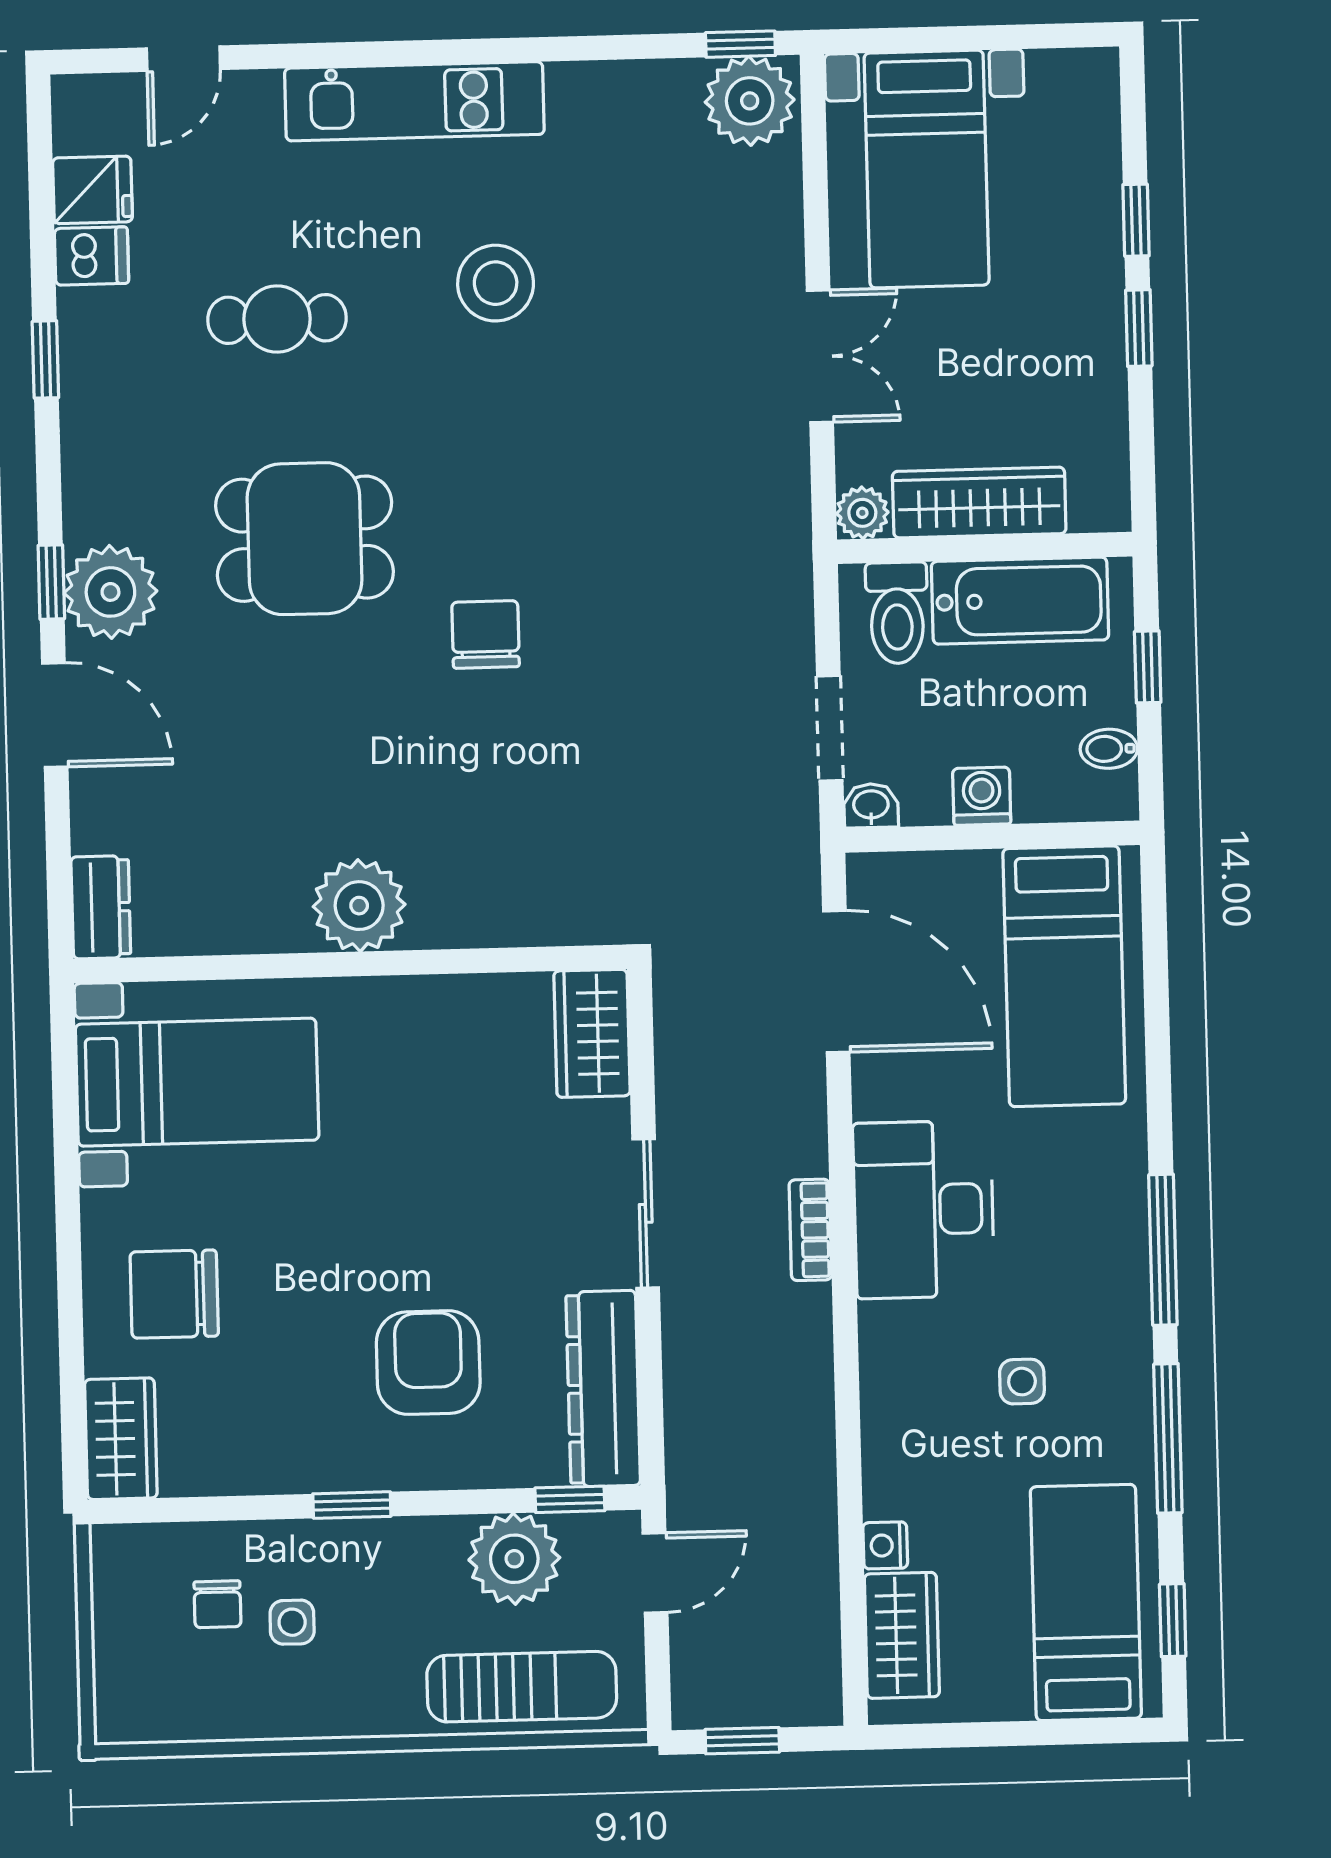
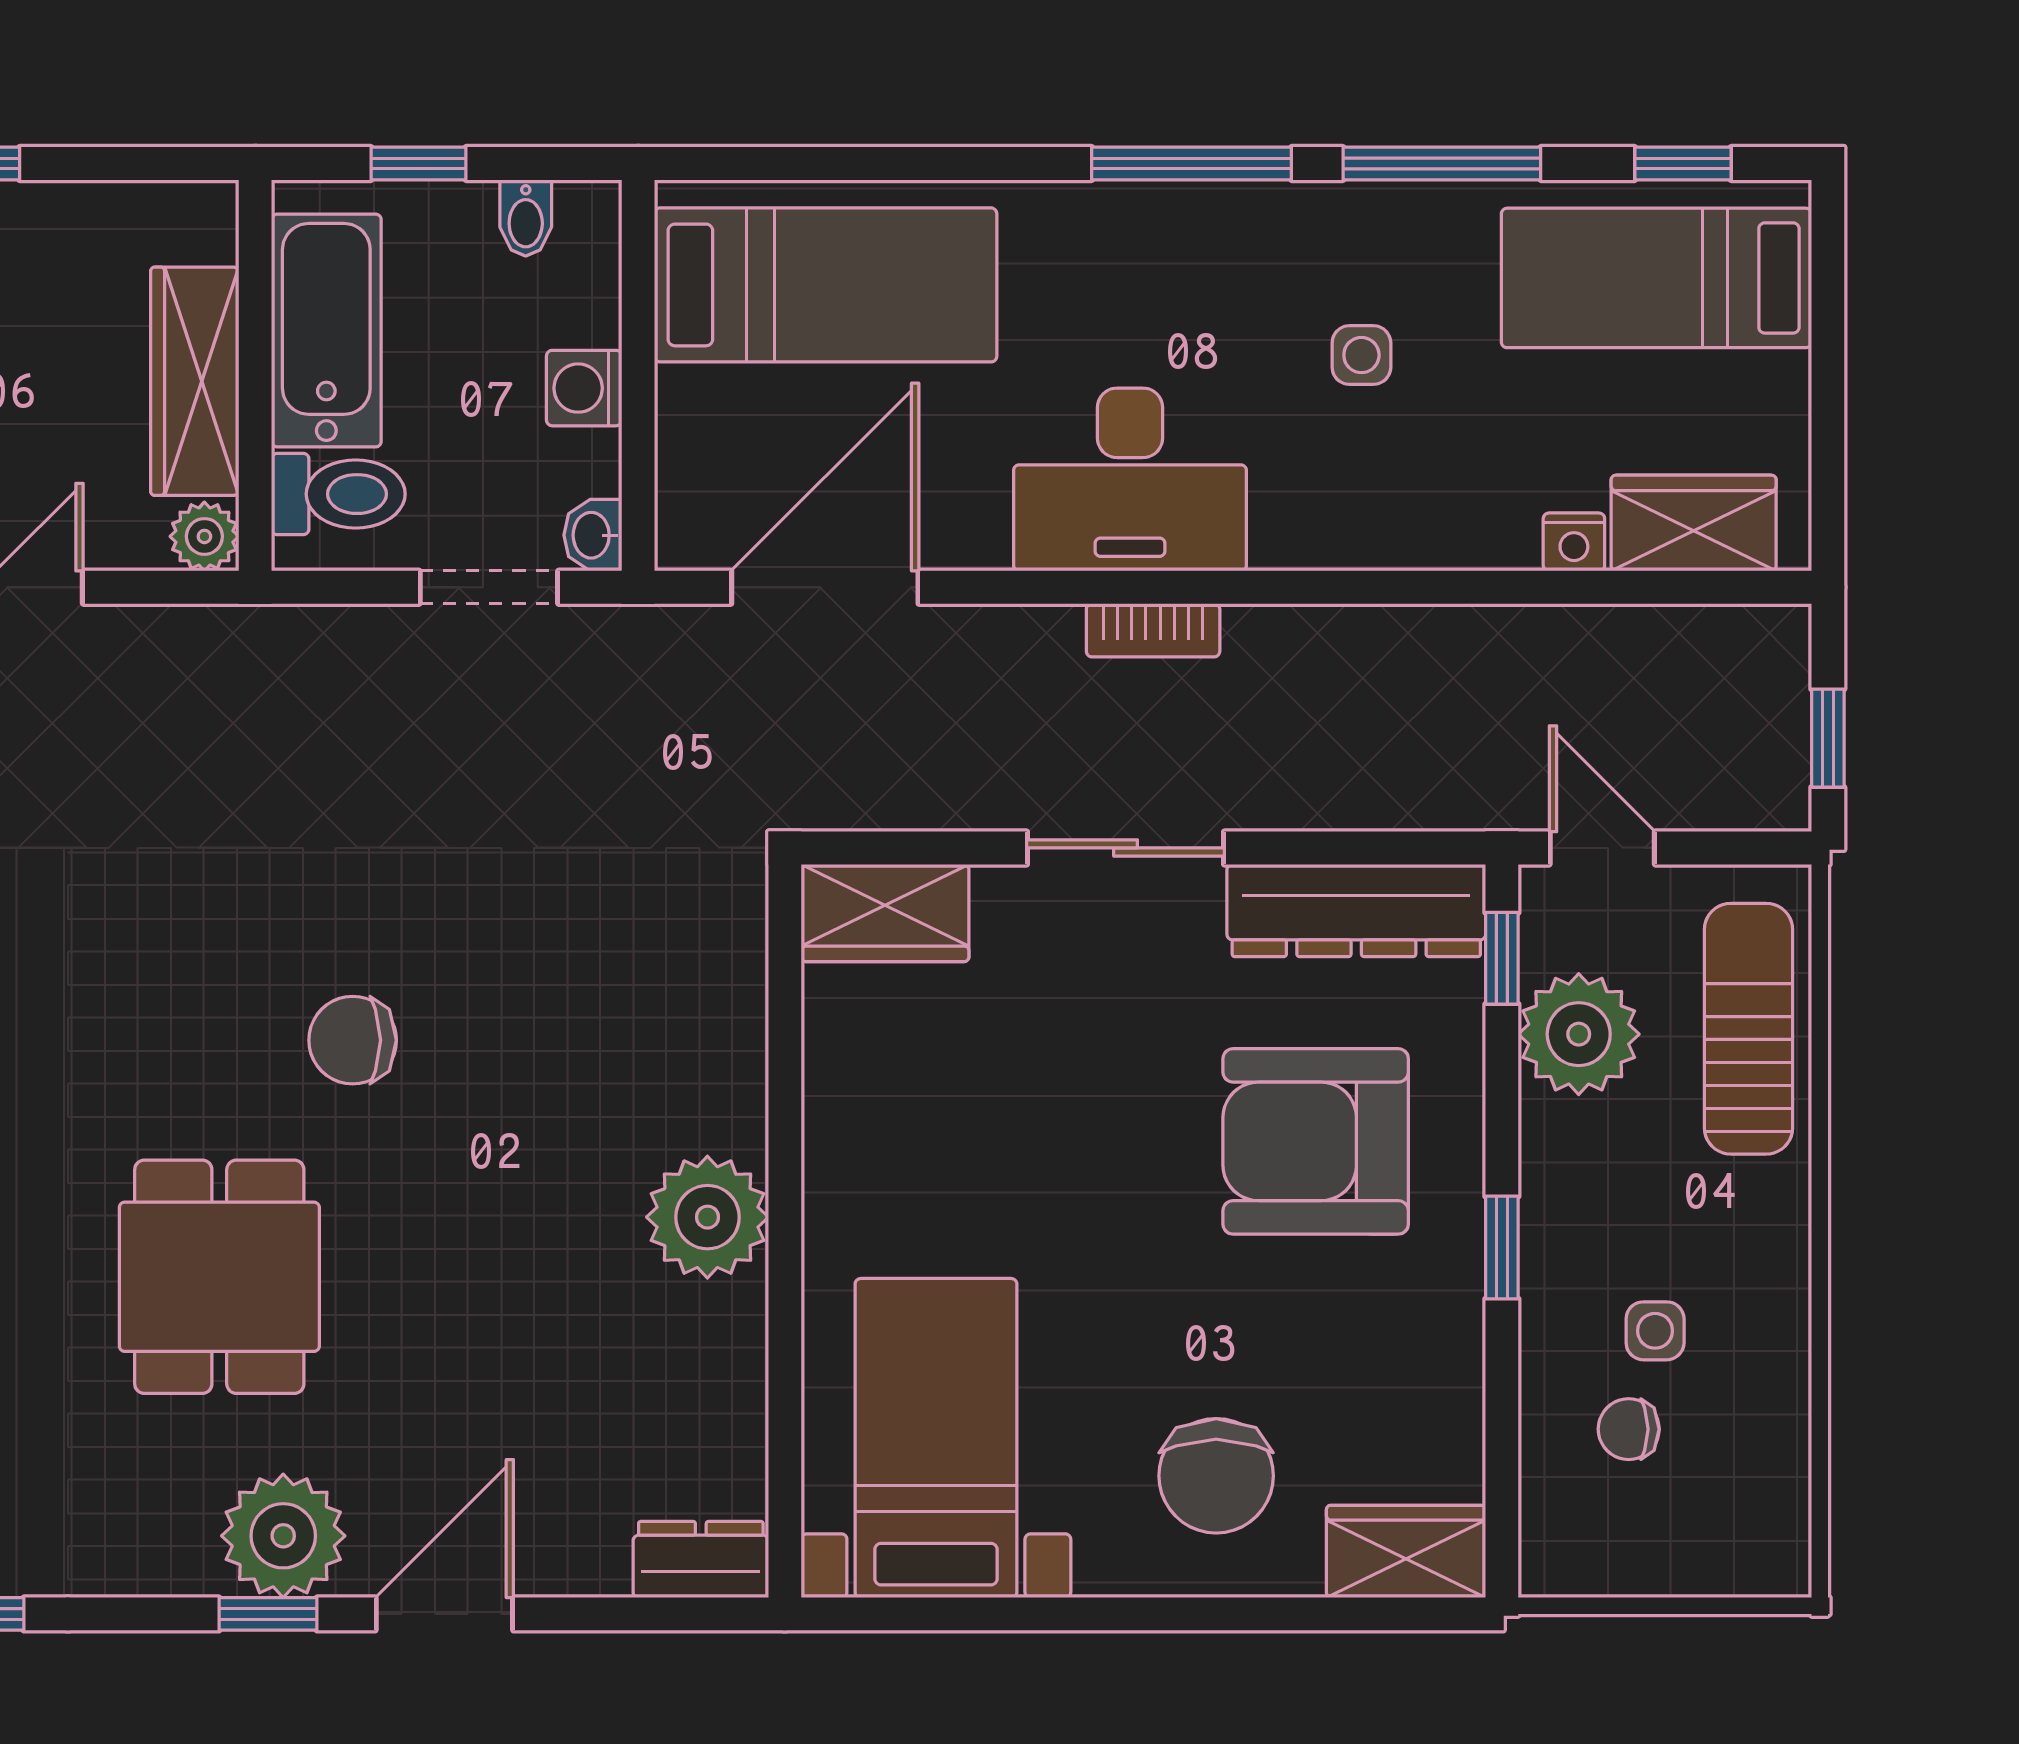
armchair: (428, 1363) -> (1316, 1141), width x1.36, depth x1.36
chair: (217, 1604) -> (1629, 1429), turned 180

